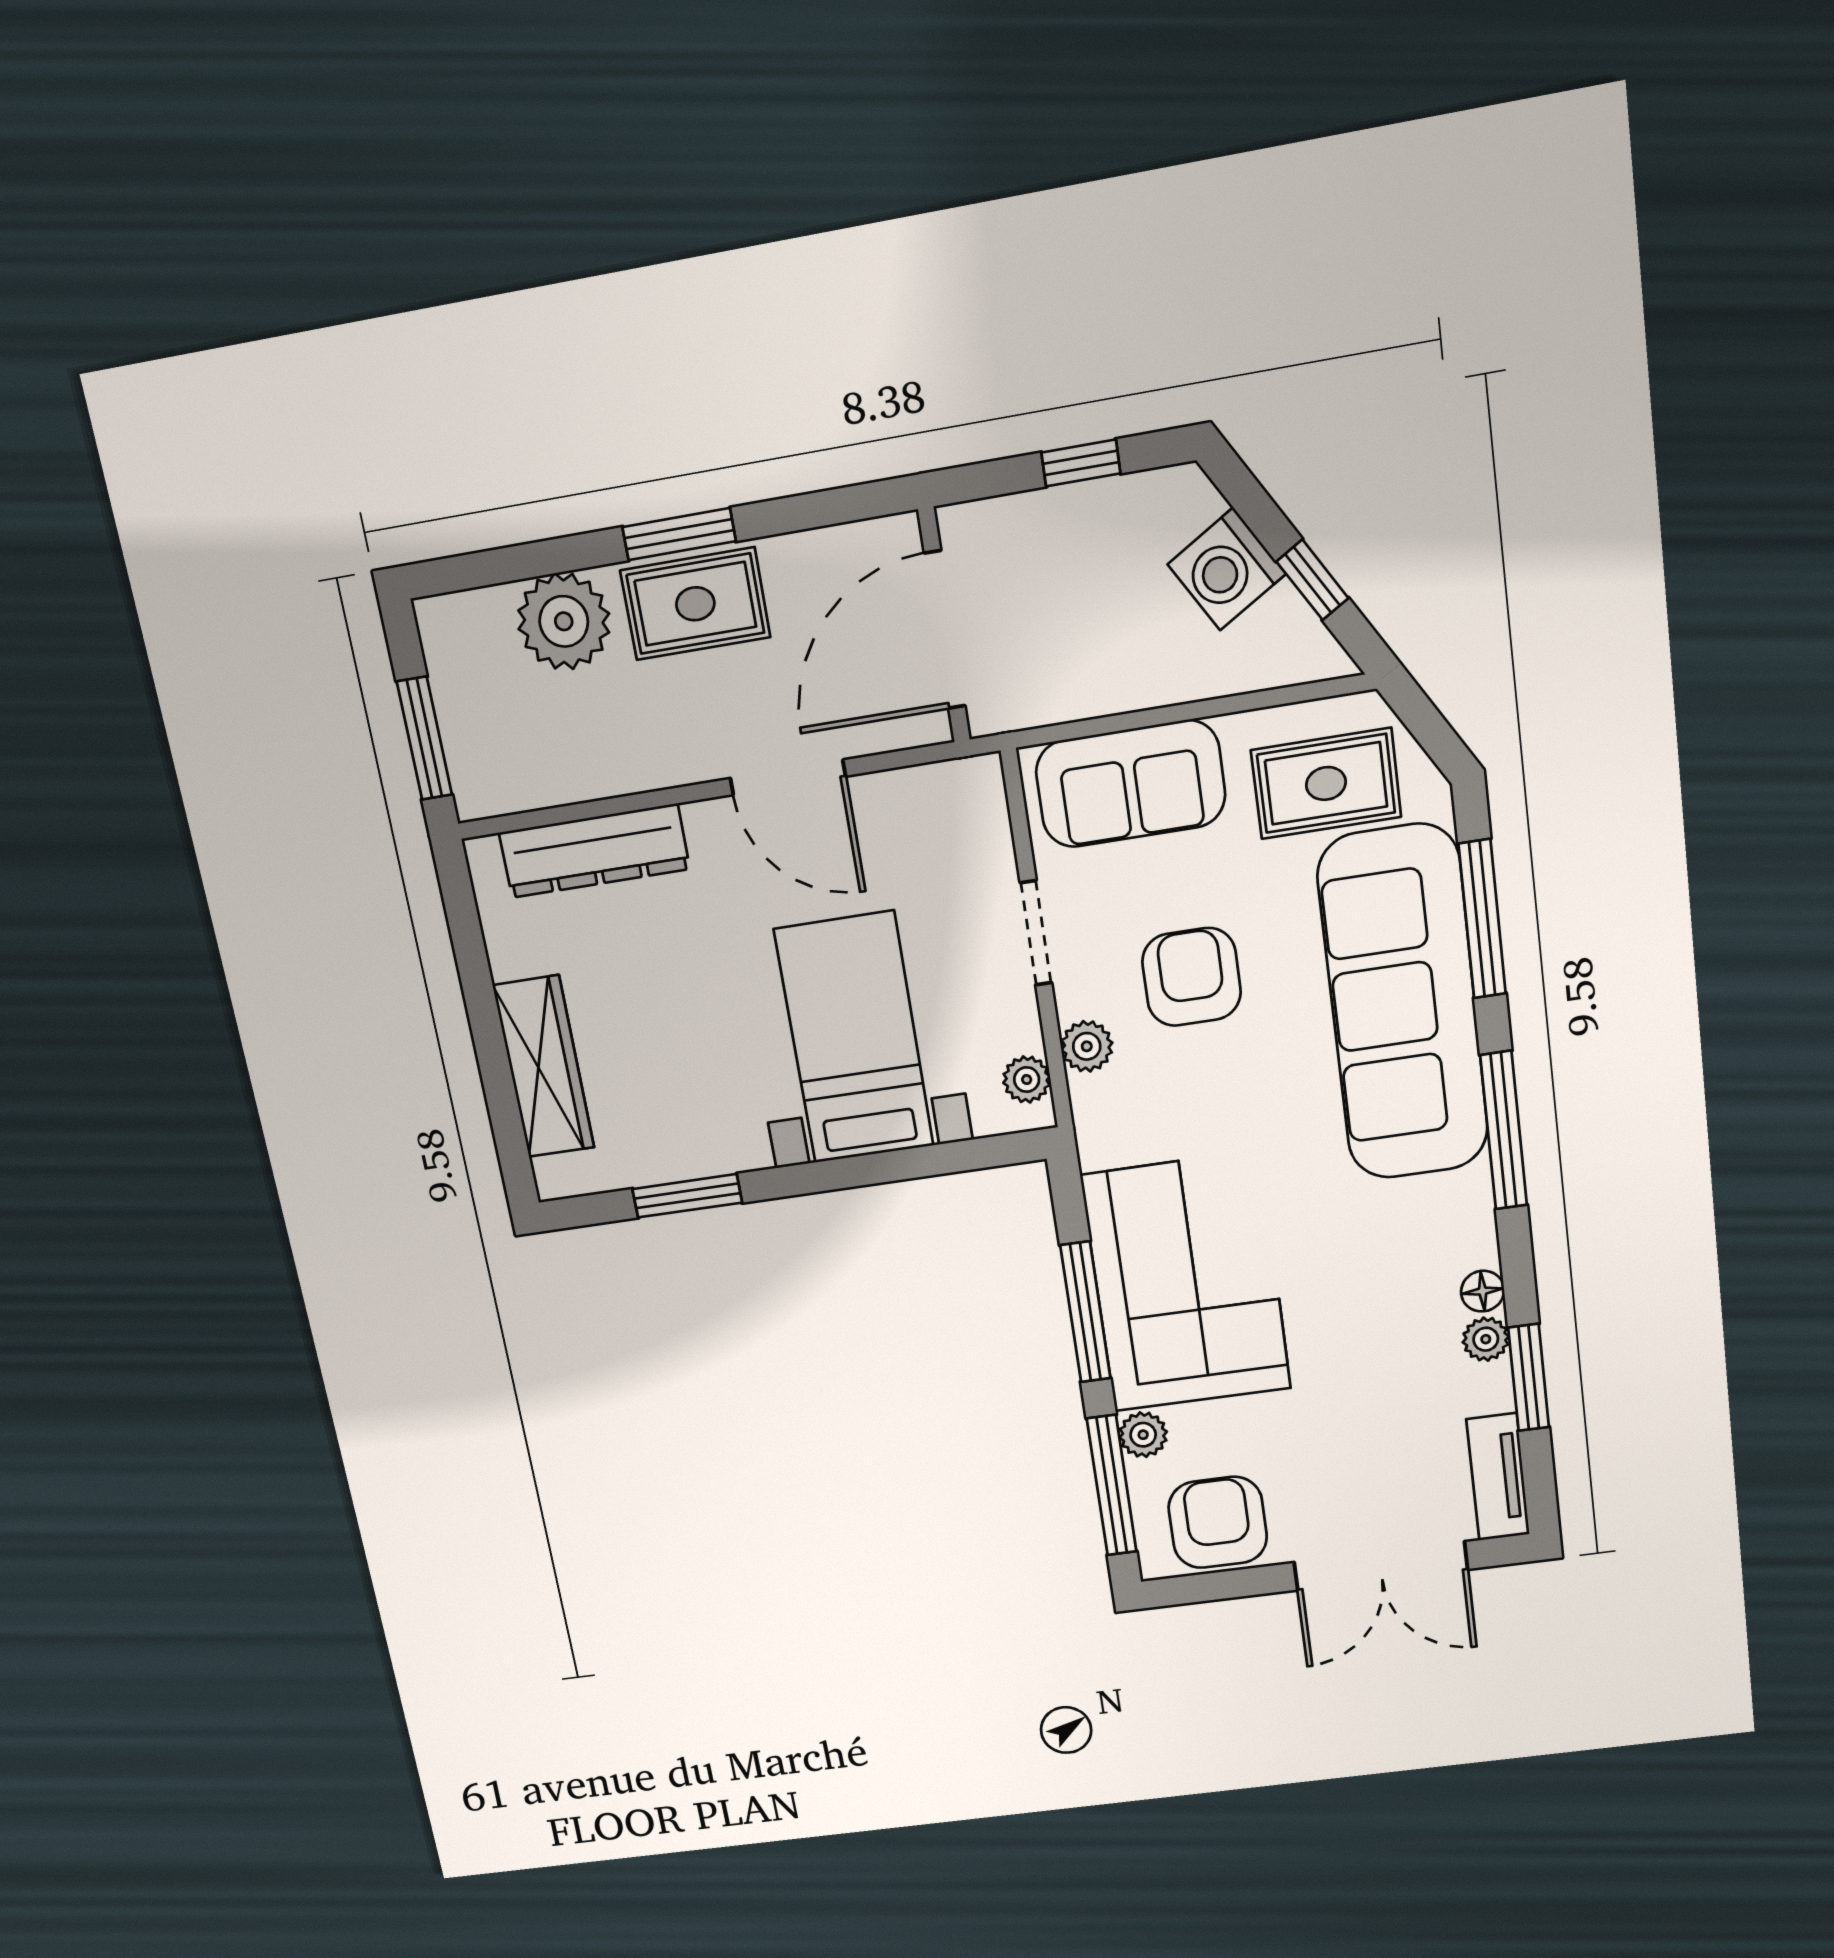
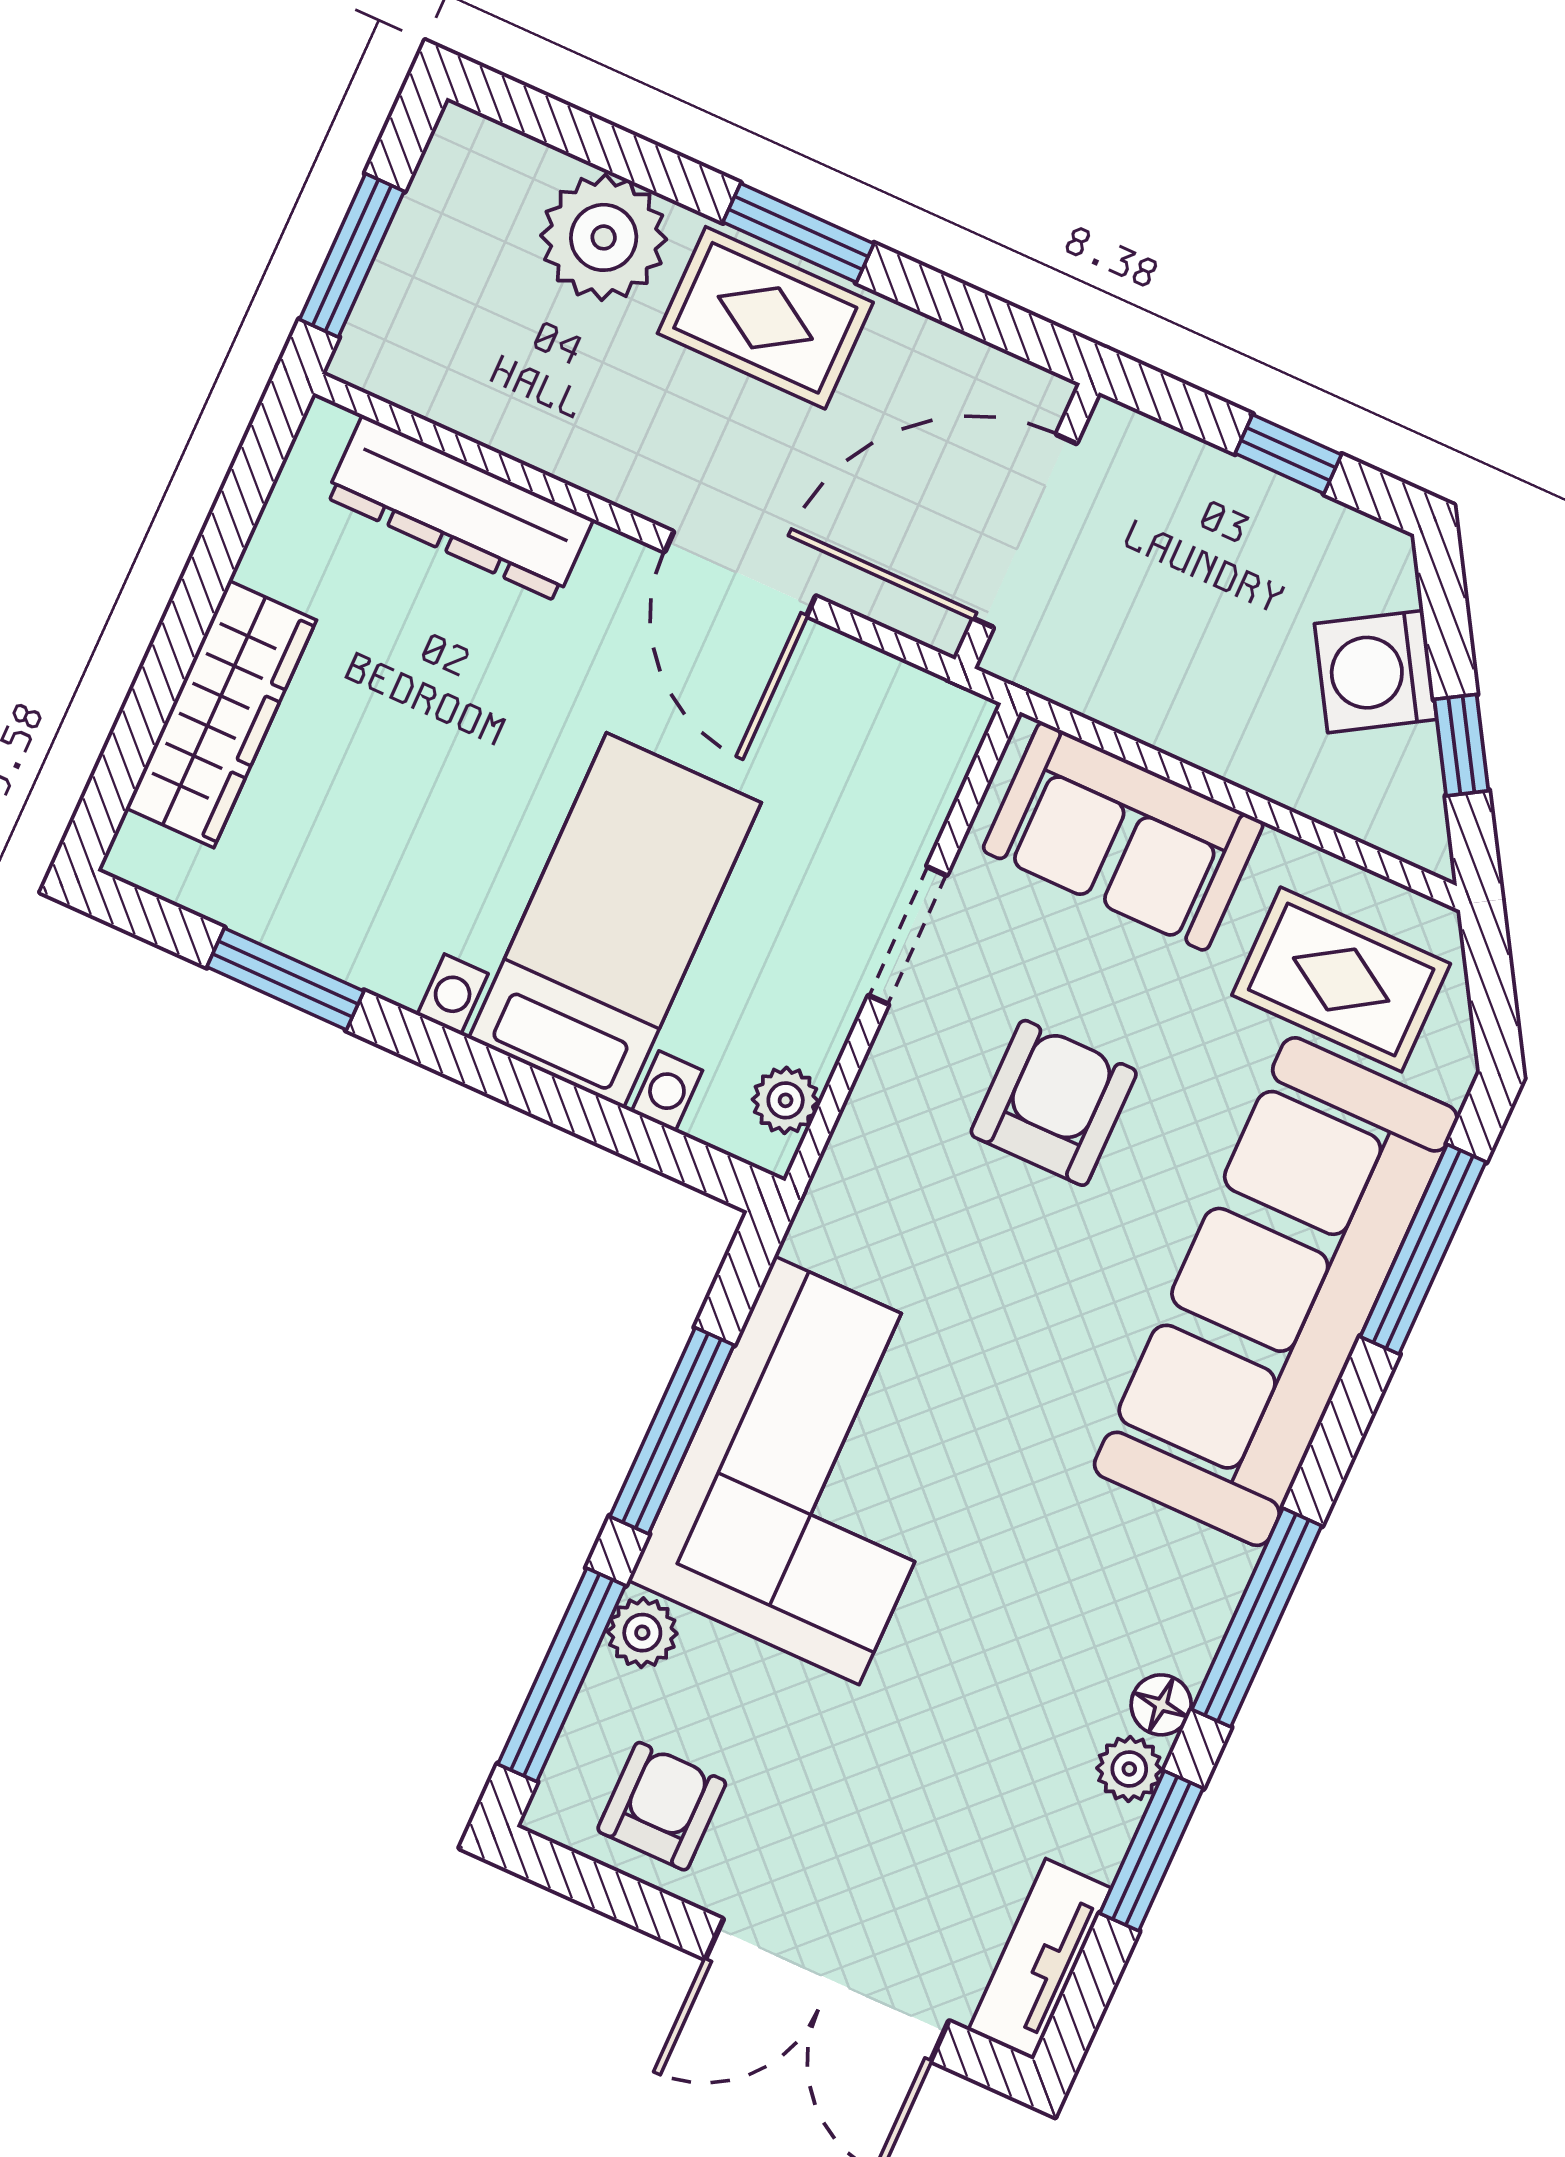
plant: (1087, 1046) -> (881, 1106), removed
window: (1504, 1130) -> (1257, 1618), moved
armchair: (1218, 1522) -> (662, 1806), width x0.72, depth x0.72

